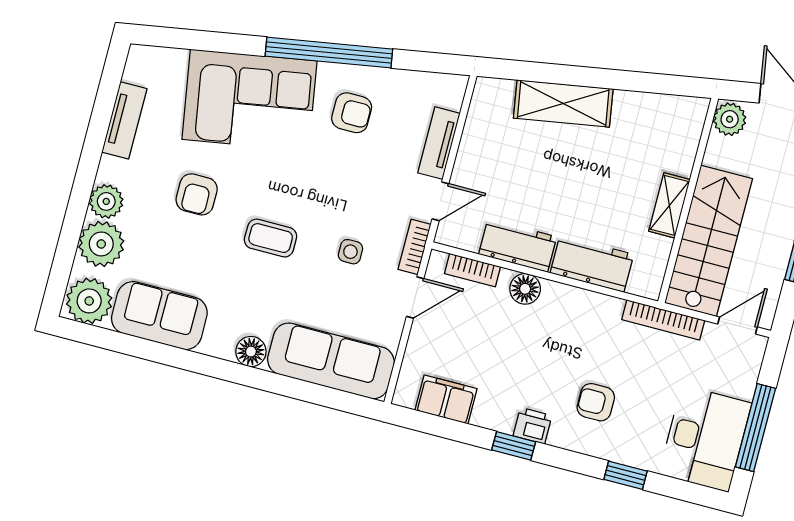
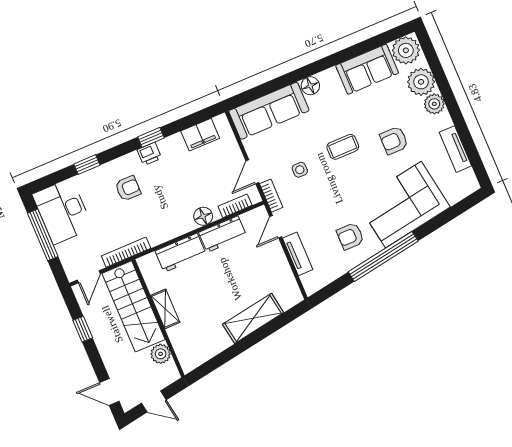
plant: (730, 119) -> (161, 354), moved
armchair: (197, 194) -> (394, 140), turned -90

